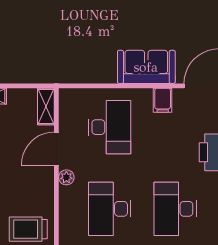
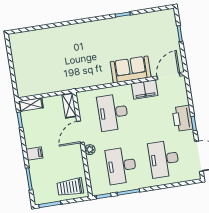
filing cabinet: (163, 100) -> (145, 90), width x2.00
desk: (110, 127) -> (113, 112), turned 180

